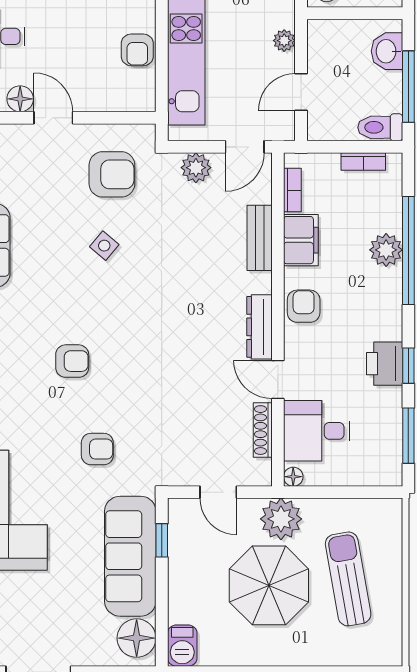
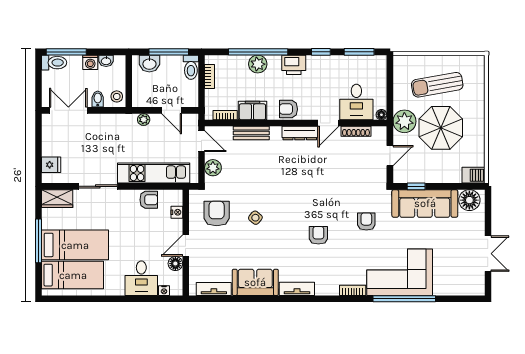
nightstand: (114, 101) -> (177, 212), added
printer: (385, 364) -> (294, 65), moved

